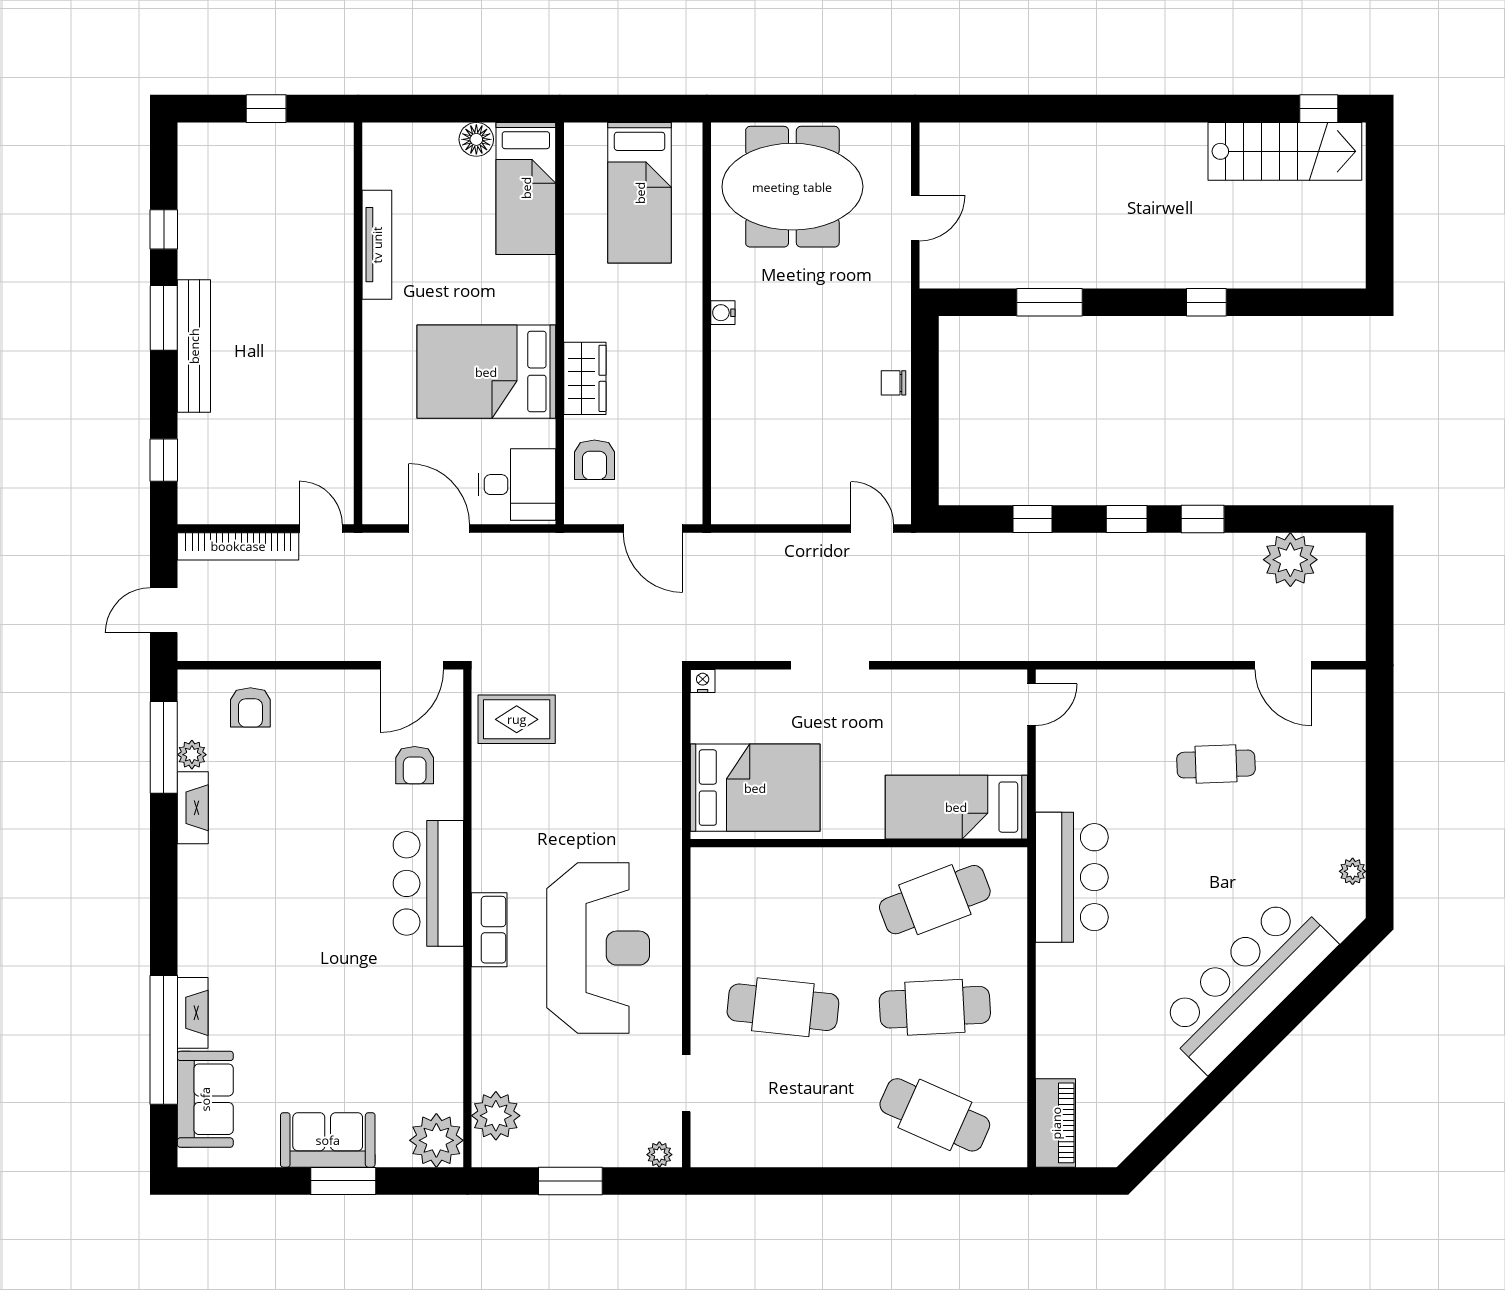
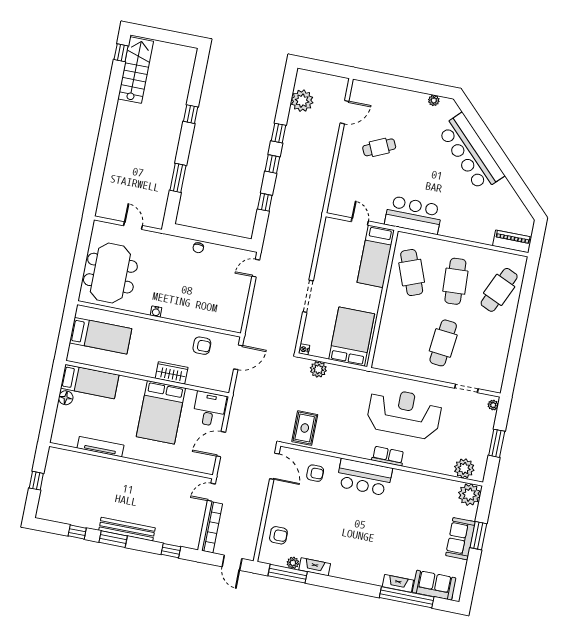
armchair: (594, 460) -> (202, 346), moved
door: (1032, 705) -> (360, 221), moved
plant: (662, 724) -> (318, 369), added
cafe table: (1216, 764) -> (379, 147), turned 67

